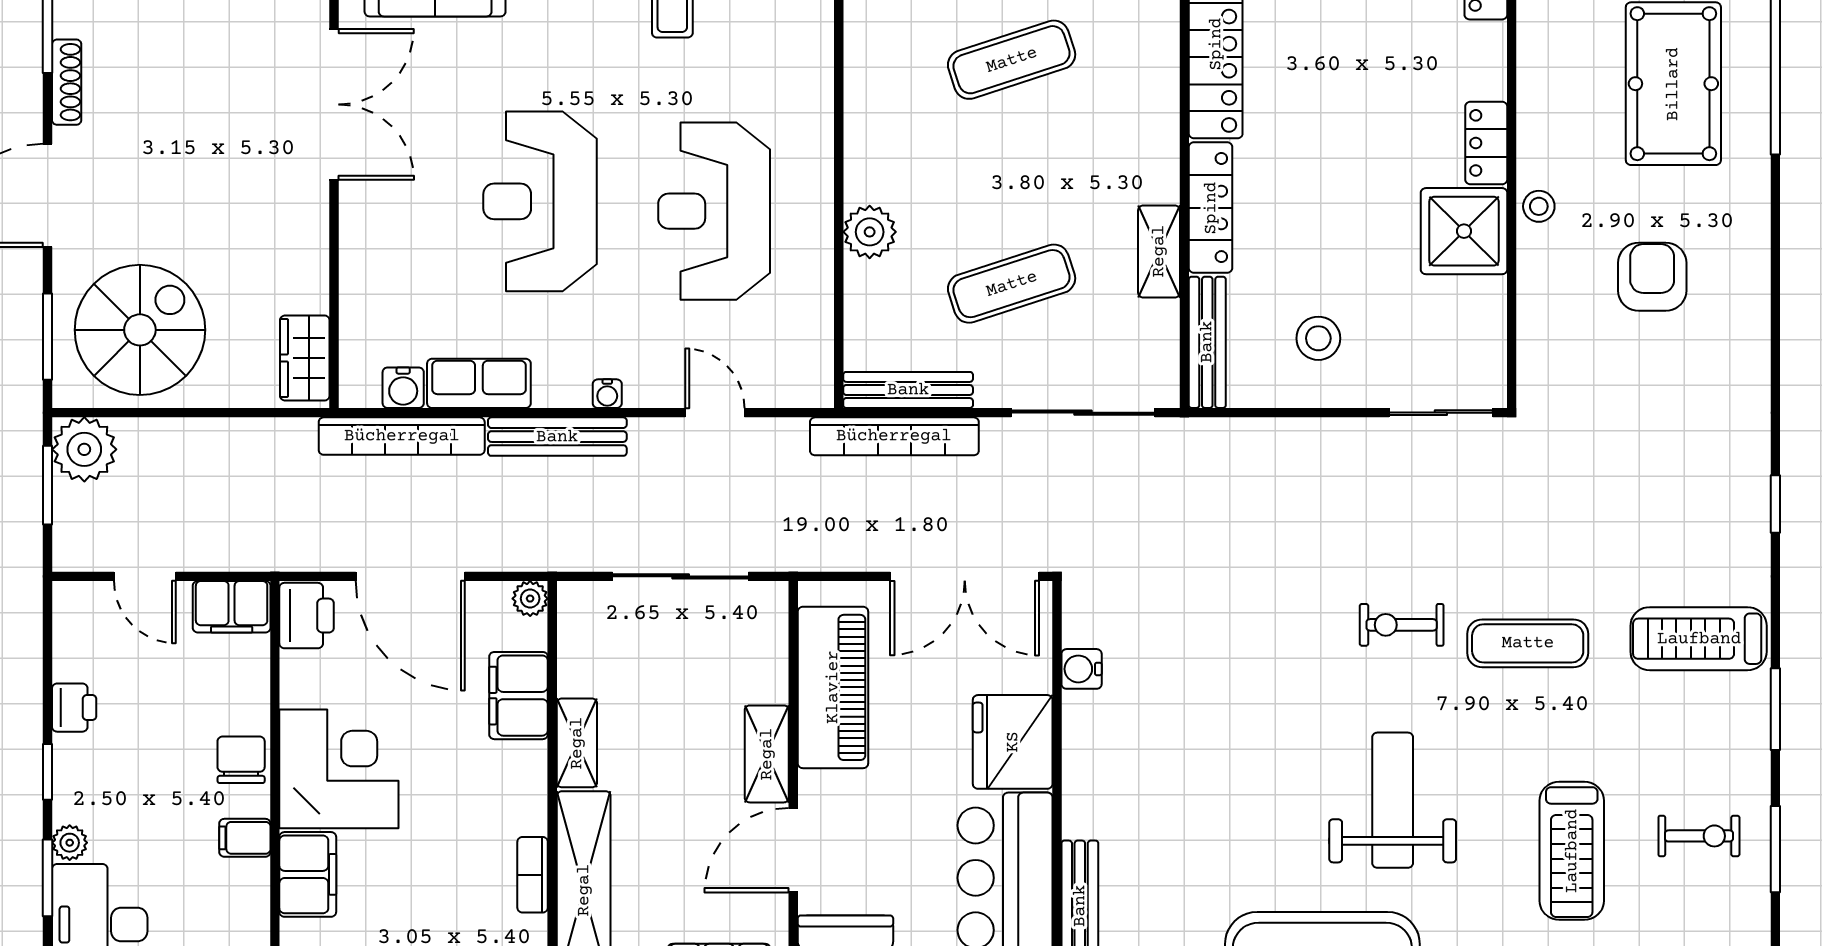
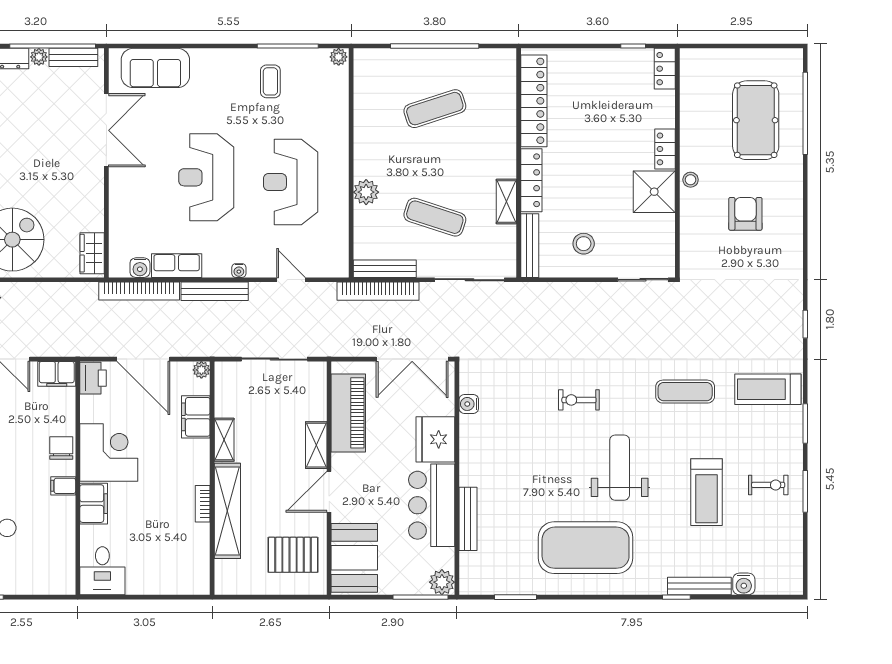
exercise mat: (1012, 284) -> (435, 217), turned 36
exercise bike: (1402, 625) -> (579, 400), moved

